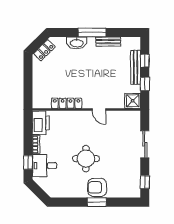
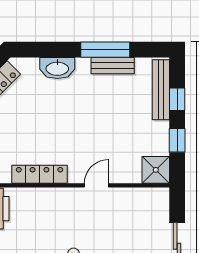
window: (92, 32) -> (105, 50), moved
bench: (136, 67) -> (161, 90), moved
door: (99, 110) -> (96, 185), swing flipped

